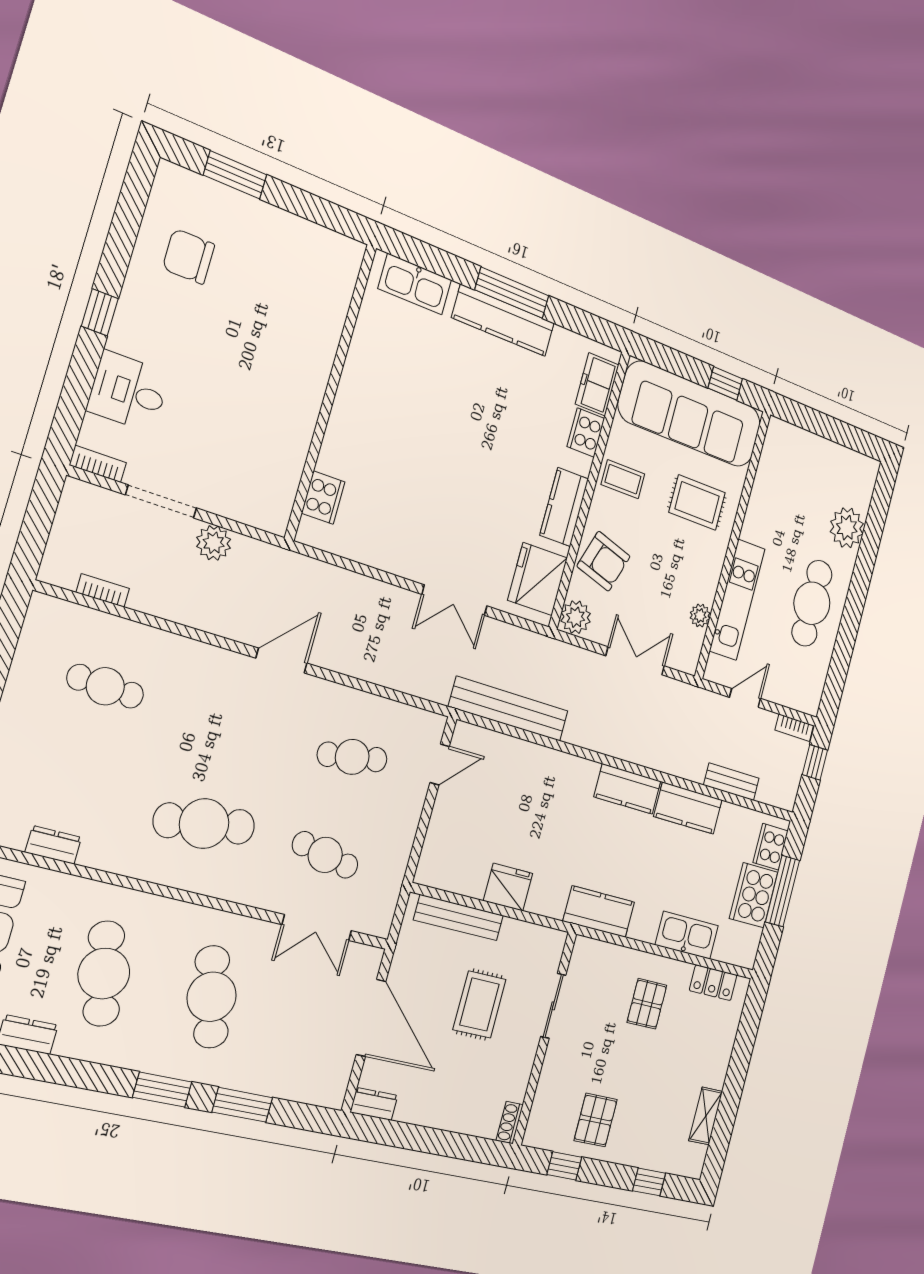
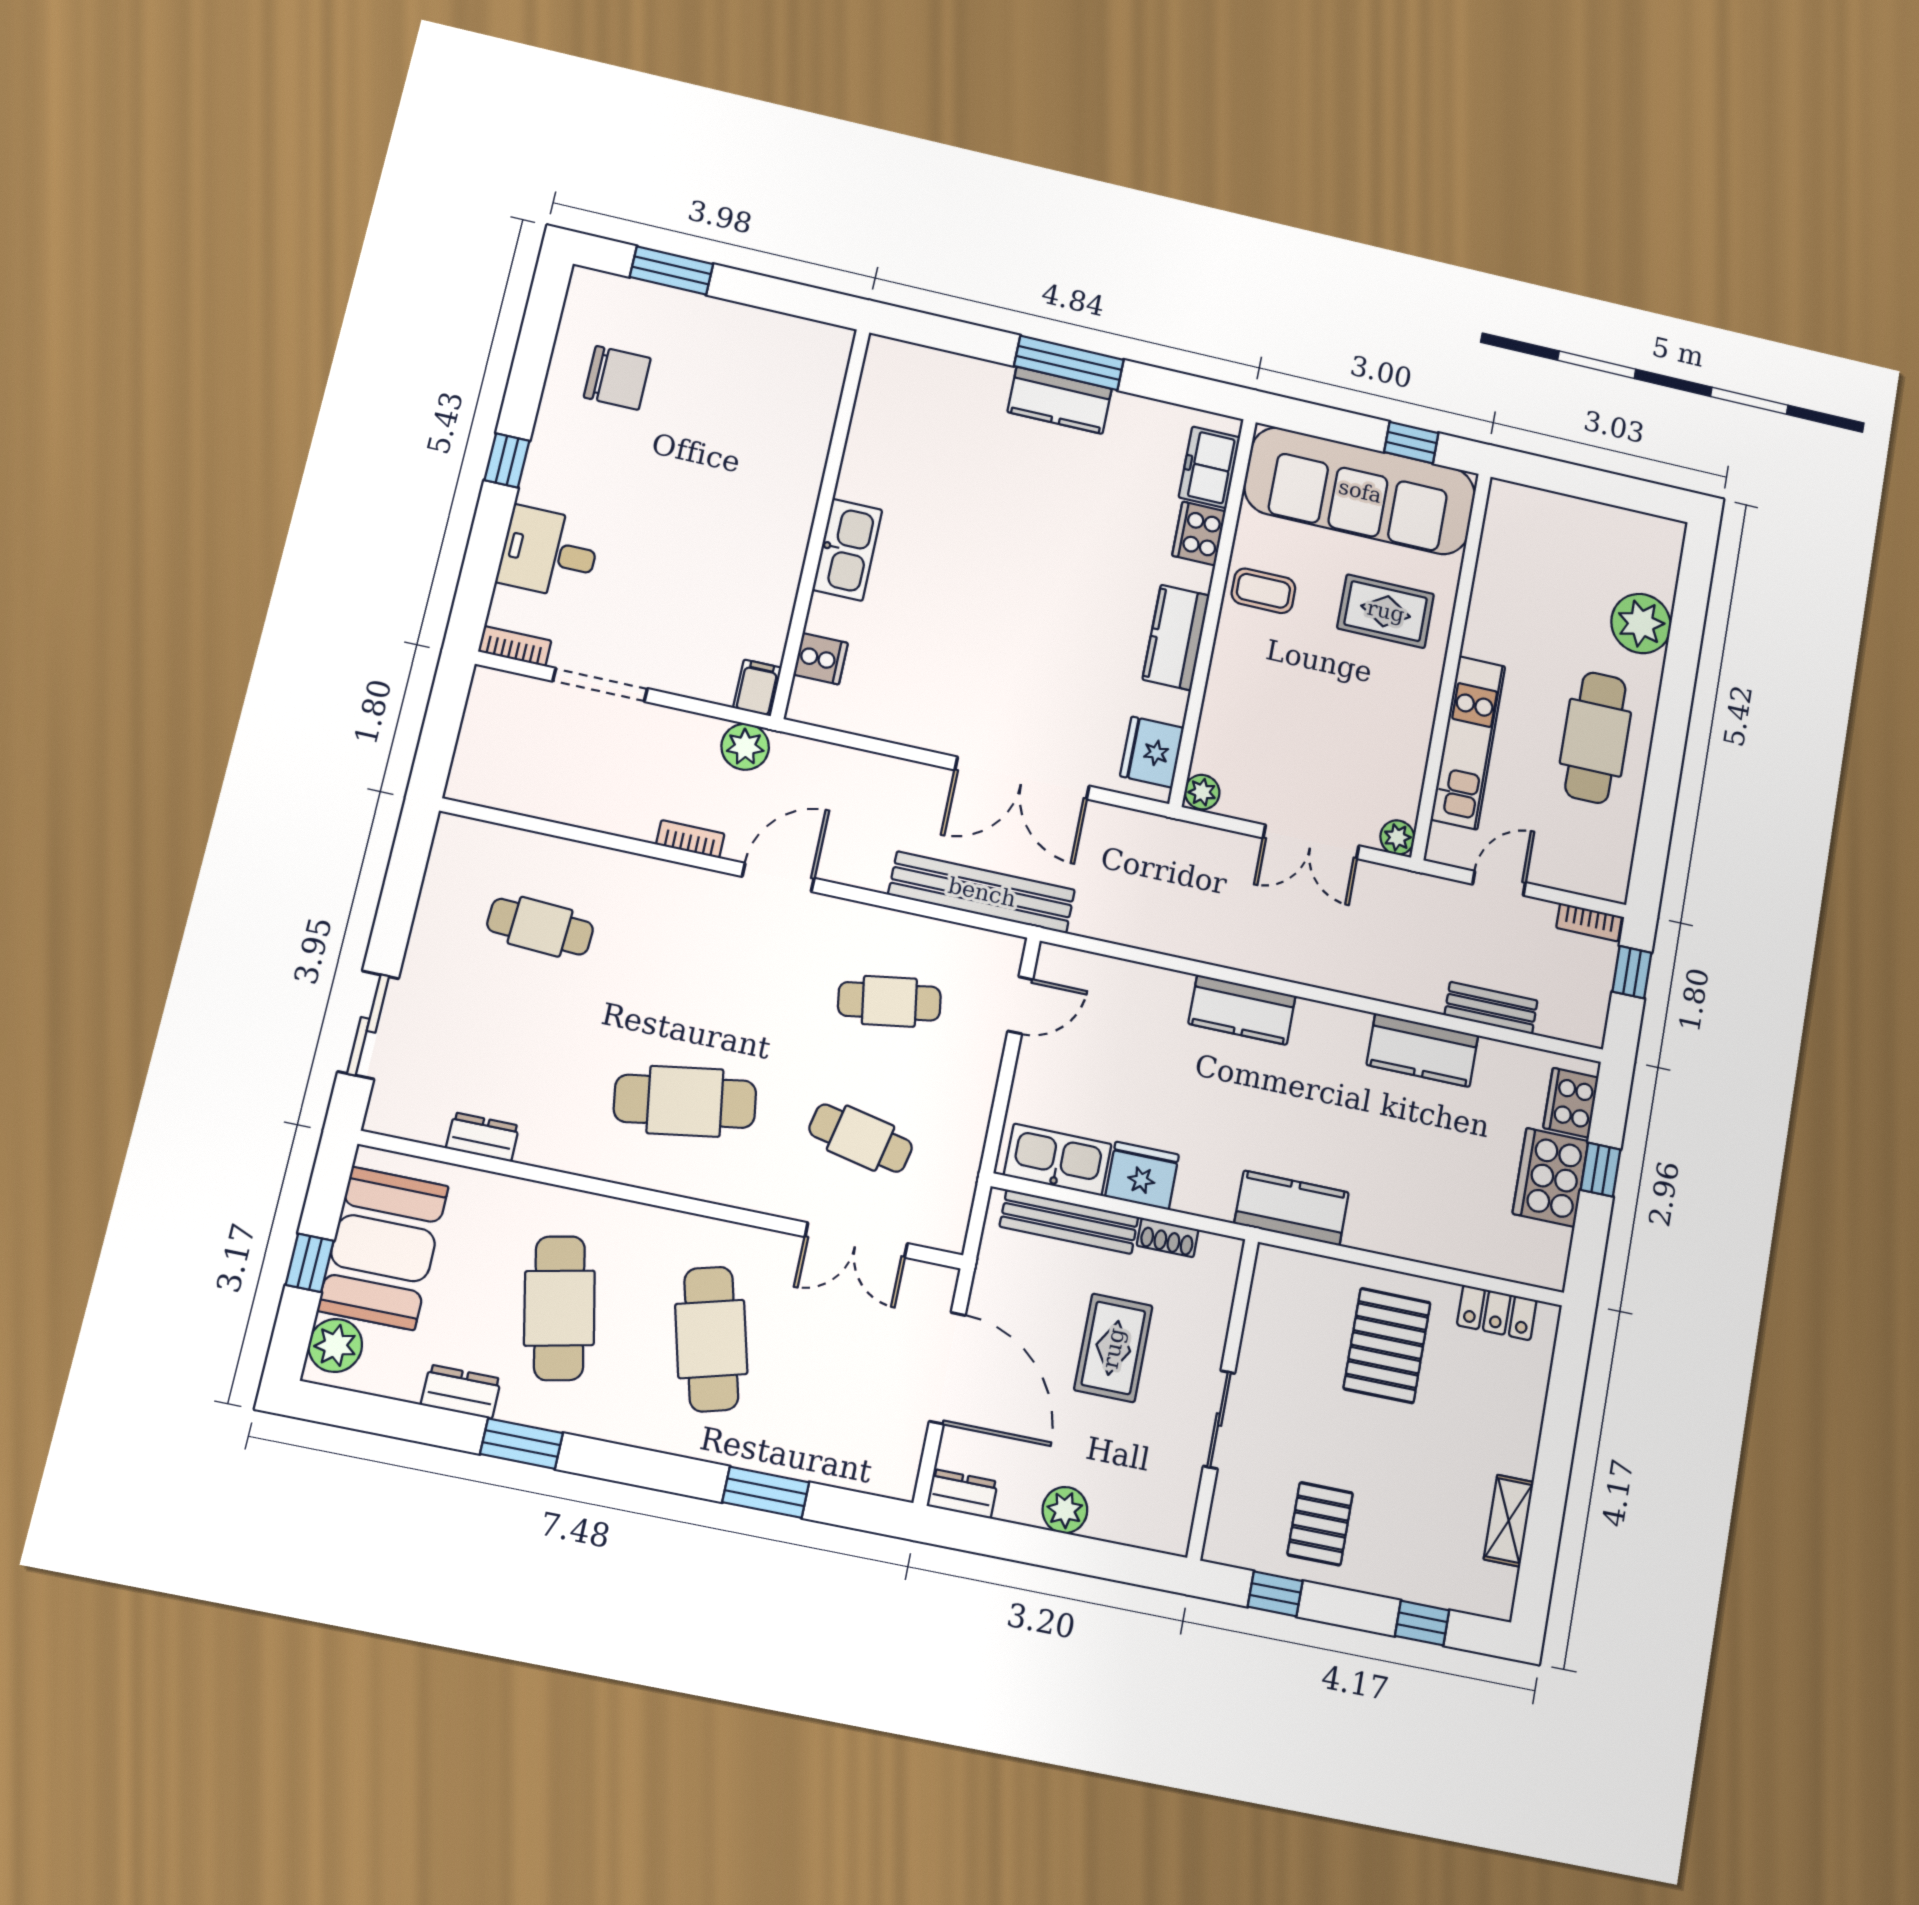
chair: (189, 256) -> (617, 378), turned 180
kitchen sink: (415, 284) -> (847, 550), moved, turned -90
kitchen counter: (503, 320) -> (1060, 400), width x0.67
cooker: (323, 498) -> (821, 659), width x0.73
filing cabinet: (277, 515) -> (757, 688), added
plant: (214, 543) -> (745, 747), moved
armchair: (604, 561) -> (1245, 706), removed
fridge: (538, 579) -> (1152, 752), width x0.73, depth x0.75
bookcase: (103, 590) -> (690, 839), moved
double door: (455, 600) -> (1022, 778), width x1.37
plant: (700, 616) -> (1397, 837), moved
plant: (576, 617) -> (1202, 792), width x0.73, depth x0.73
double door: (635, 661) -> (1311, 842), swing flipped
bench: (509, 709) -> (982, 892), moved
kitchen counter: (627, 789) -> (1242, 1010), moved
window: (783, 891) -> (1601, 1170), width x0.46
kitchen sink: (687, 935) -> (1058, 1160), moved
pallet: (647, 1004) -> (1387, 1346), width x1.50, depth x1.42
sliding door: (553, 1006) -> (1219, 1420), moved
window: (162, 1090) -> (521, 1444), moved
plant: (439, 1114) -> (1065, 1510), added
shoe rack: (510, 1123) -> (1168, 1237), moved, turned -90

